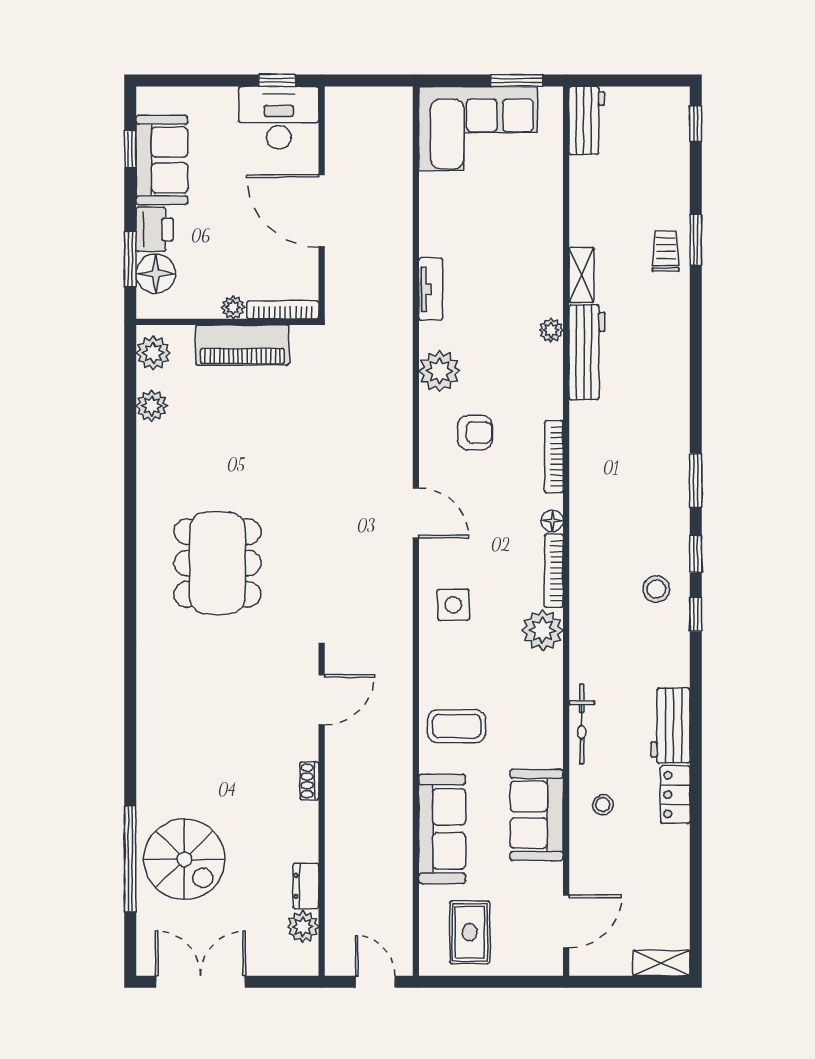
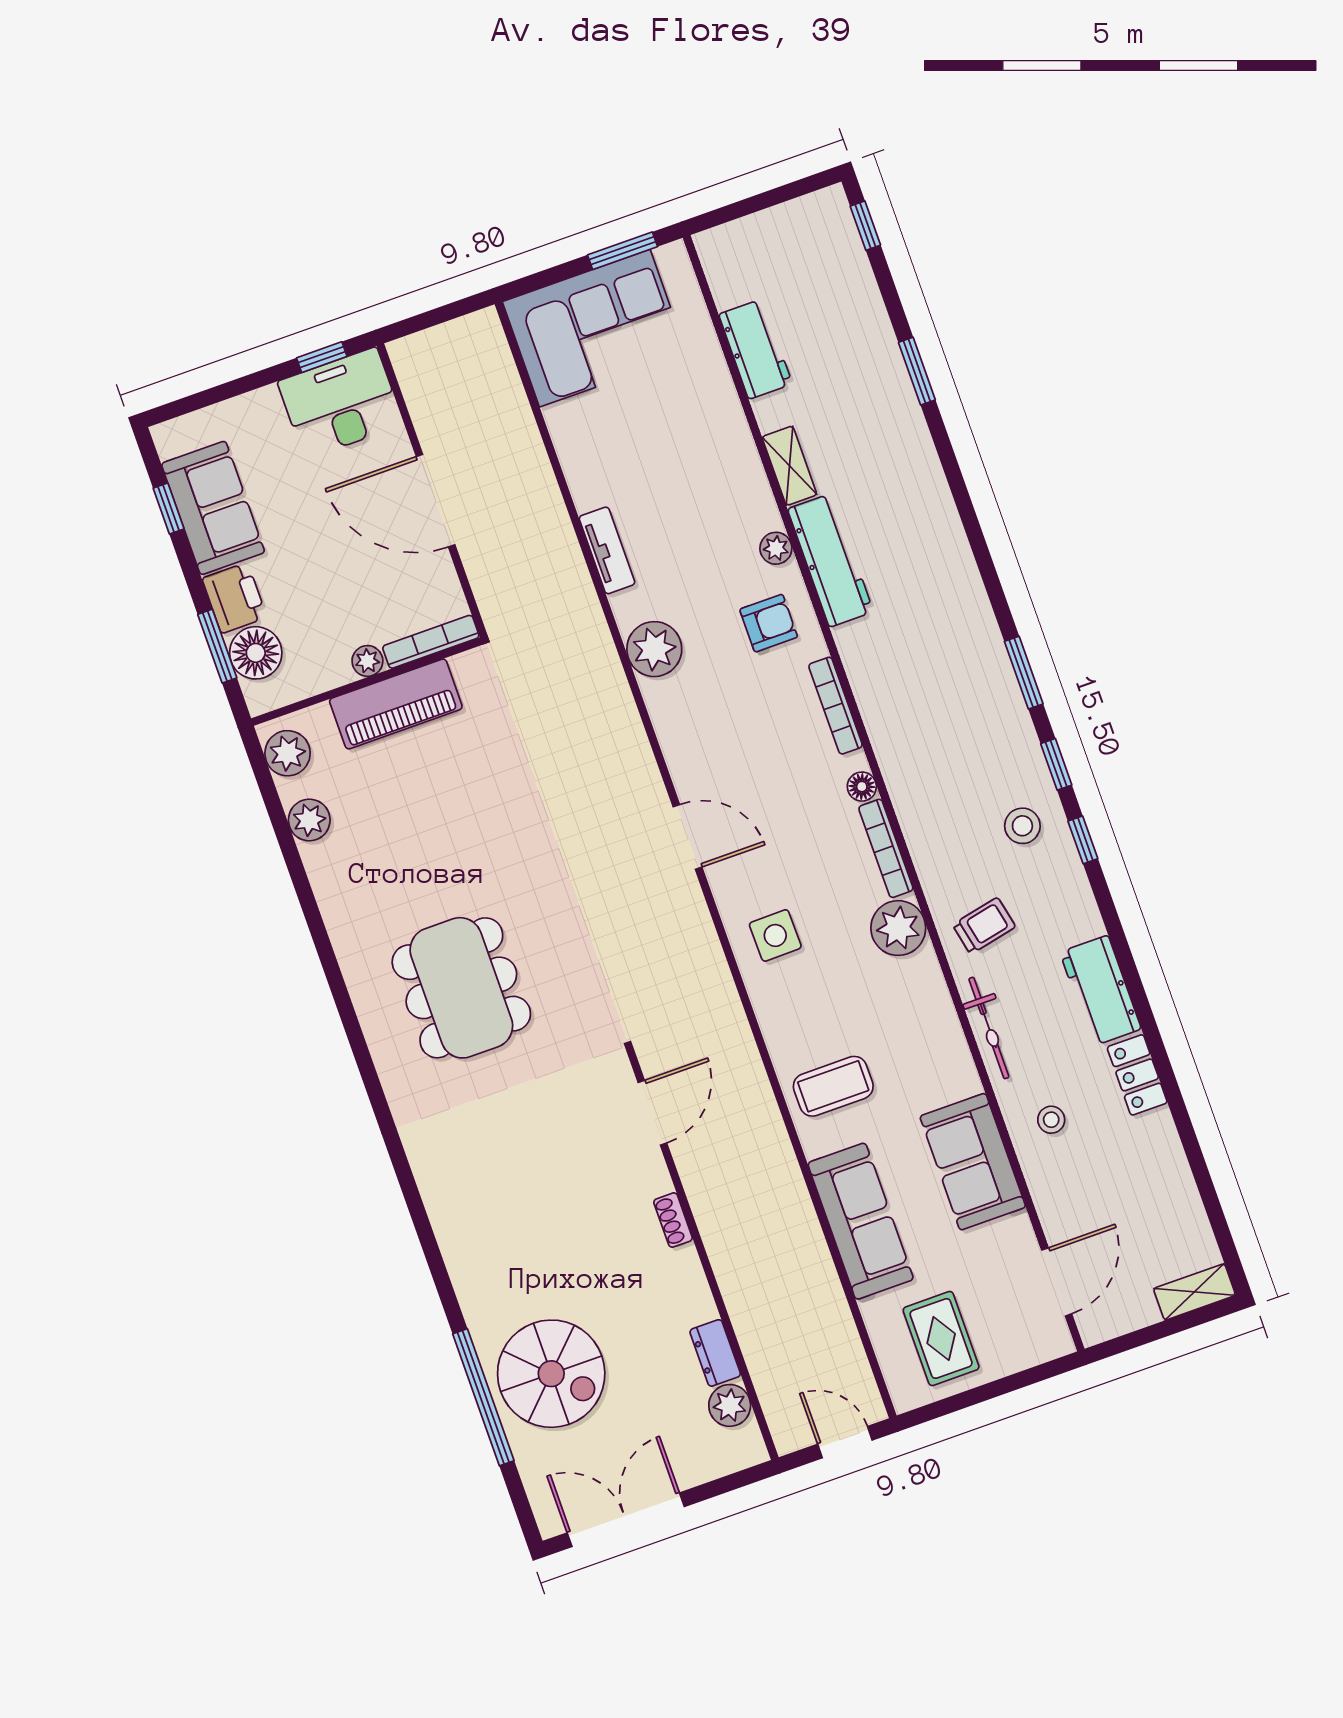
workbench: (587, 120) -> (755, 349), moved
trolley: (666, 251) -> (984, 926), moved, turned 78
armchair: (475, 433) -> (769, 623), moved

